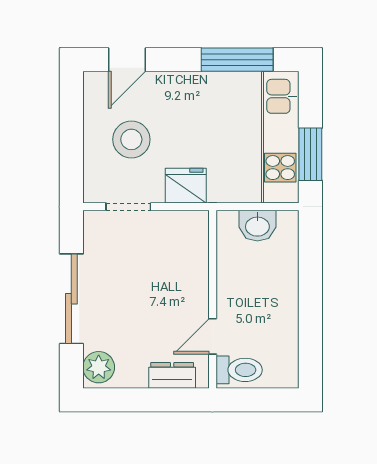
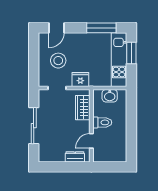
window: (310, 154) -> (131, 53), moved
wardrobe: (192, 255) -> (83, 108), added
plant: (99, 367) -> (45, 154), removed
toilet: (239, 370) -> (102, 122), moved

